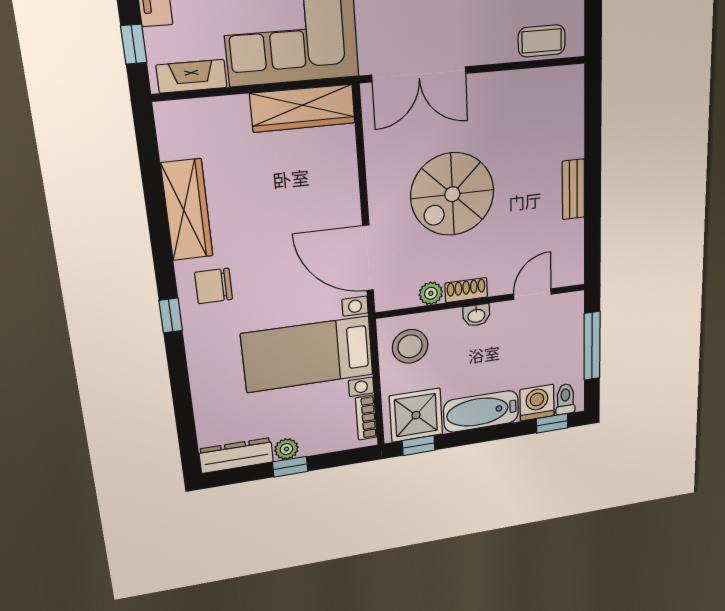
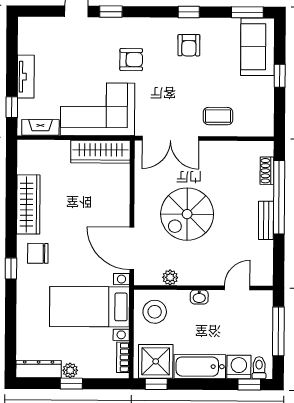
coffee table: (542, 41) -> (218, 116), moved
window: (593, 152) -> (279, 197), added
shoe rack: (466, 290) -> (267, 171), moved, turned -90

